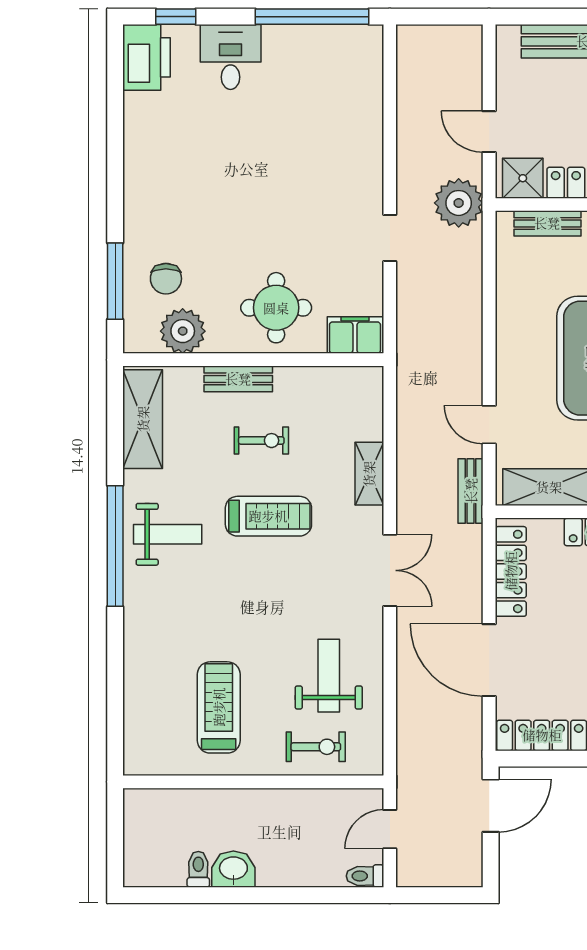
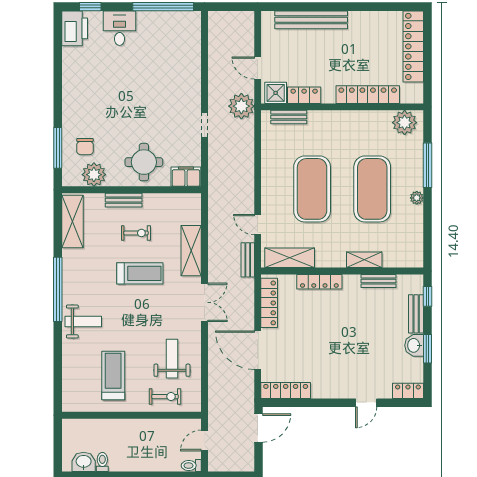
shelving: (369, 474) -> (191, 251), width x1.50, depth x1.33
weight bench: (168, 534) -> (83, 321), moved
washbasin: (233, 869) -> (84, 462), moved

